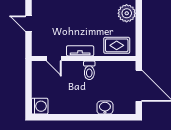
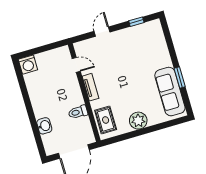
door: (54, 58) -> (76, 65), swing flipped
toilet: (89, 70) -> (78, 112), moved

